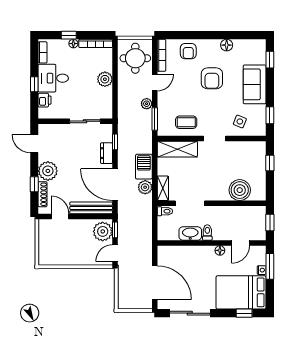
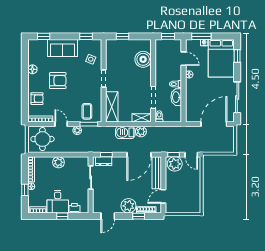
coffee table: (186, 122) -> (87, 111), moved
dresser: (106, 153) -> (104, 161), moved

